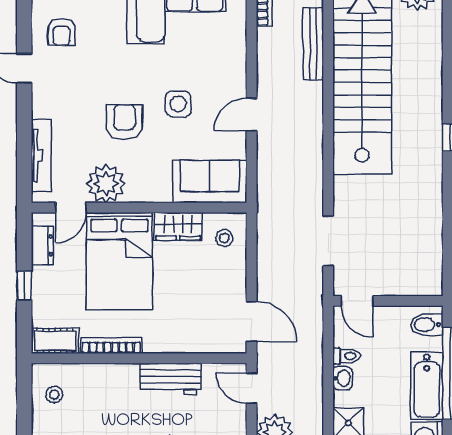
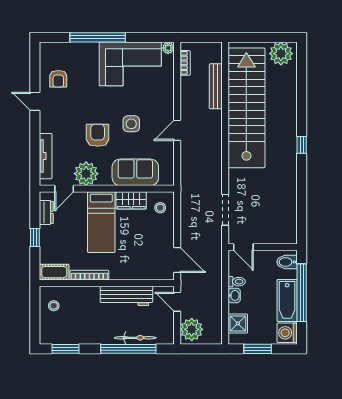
sofa: (210, 181) -> (135, 172), moved
bed: (119, 261) -> (101, 222), width x0.67
workbench: (171, 379) -> (127, 296), width x1.38

